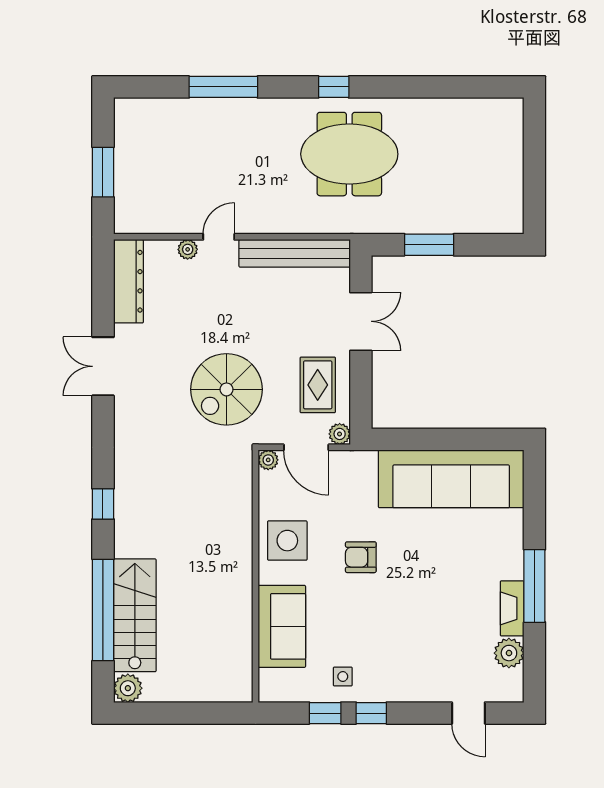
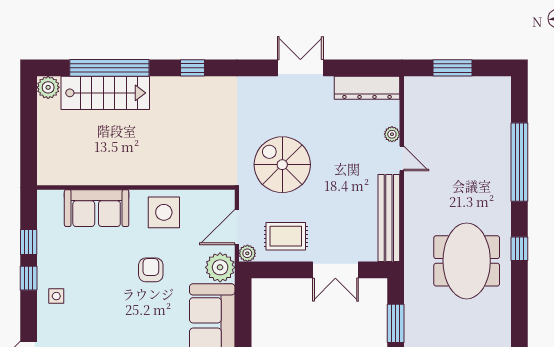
window: (223, 87) -> (519, 162), width x1.46
plant: (268, 460) -> (220, 267), moved, width x1.87, depth x1.87
side table: (343, 677) -> (56, 296), moved

